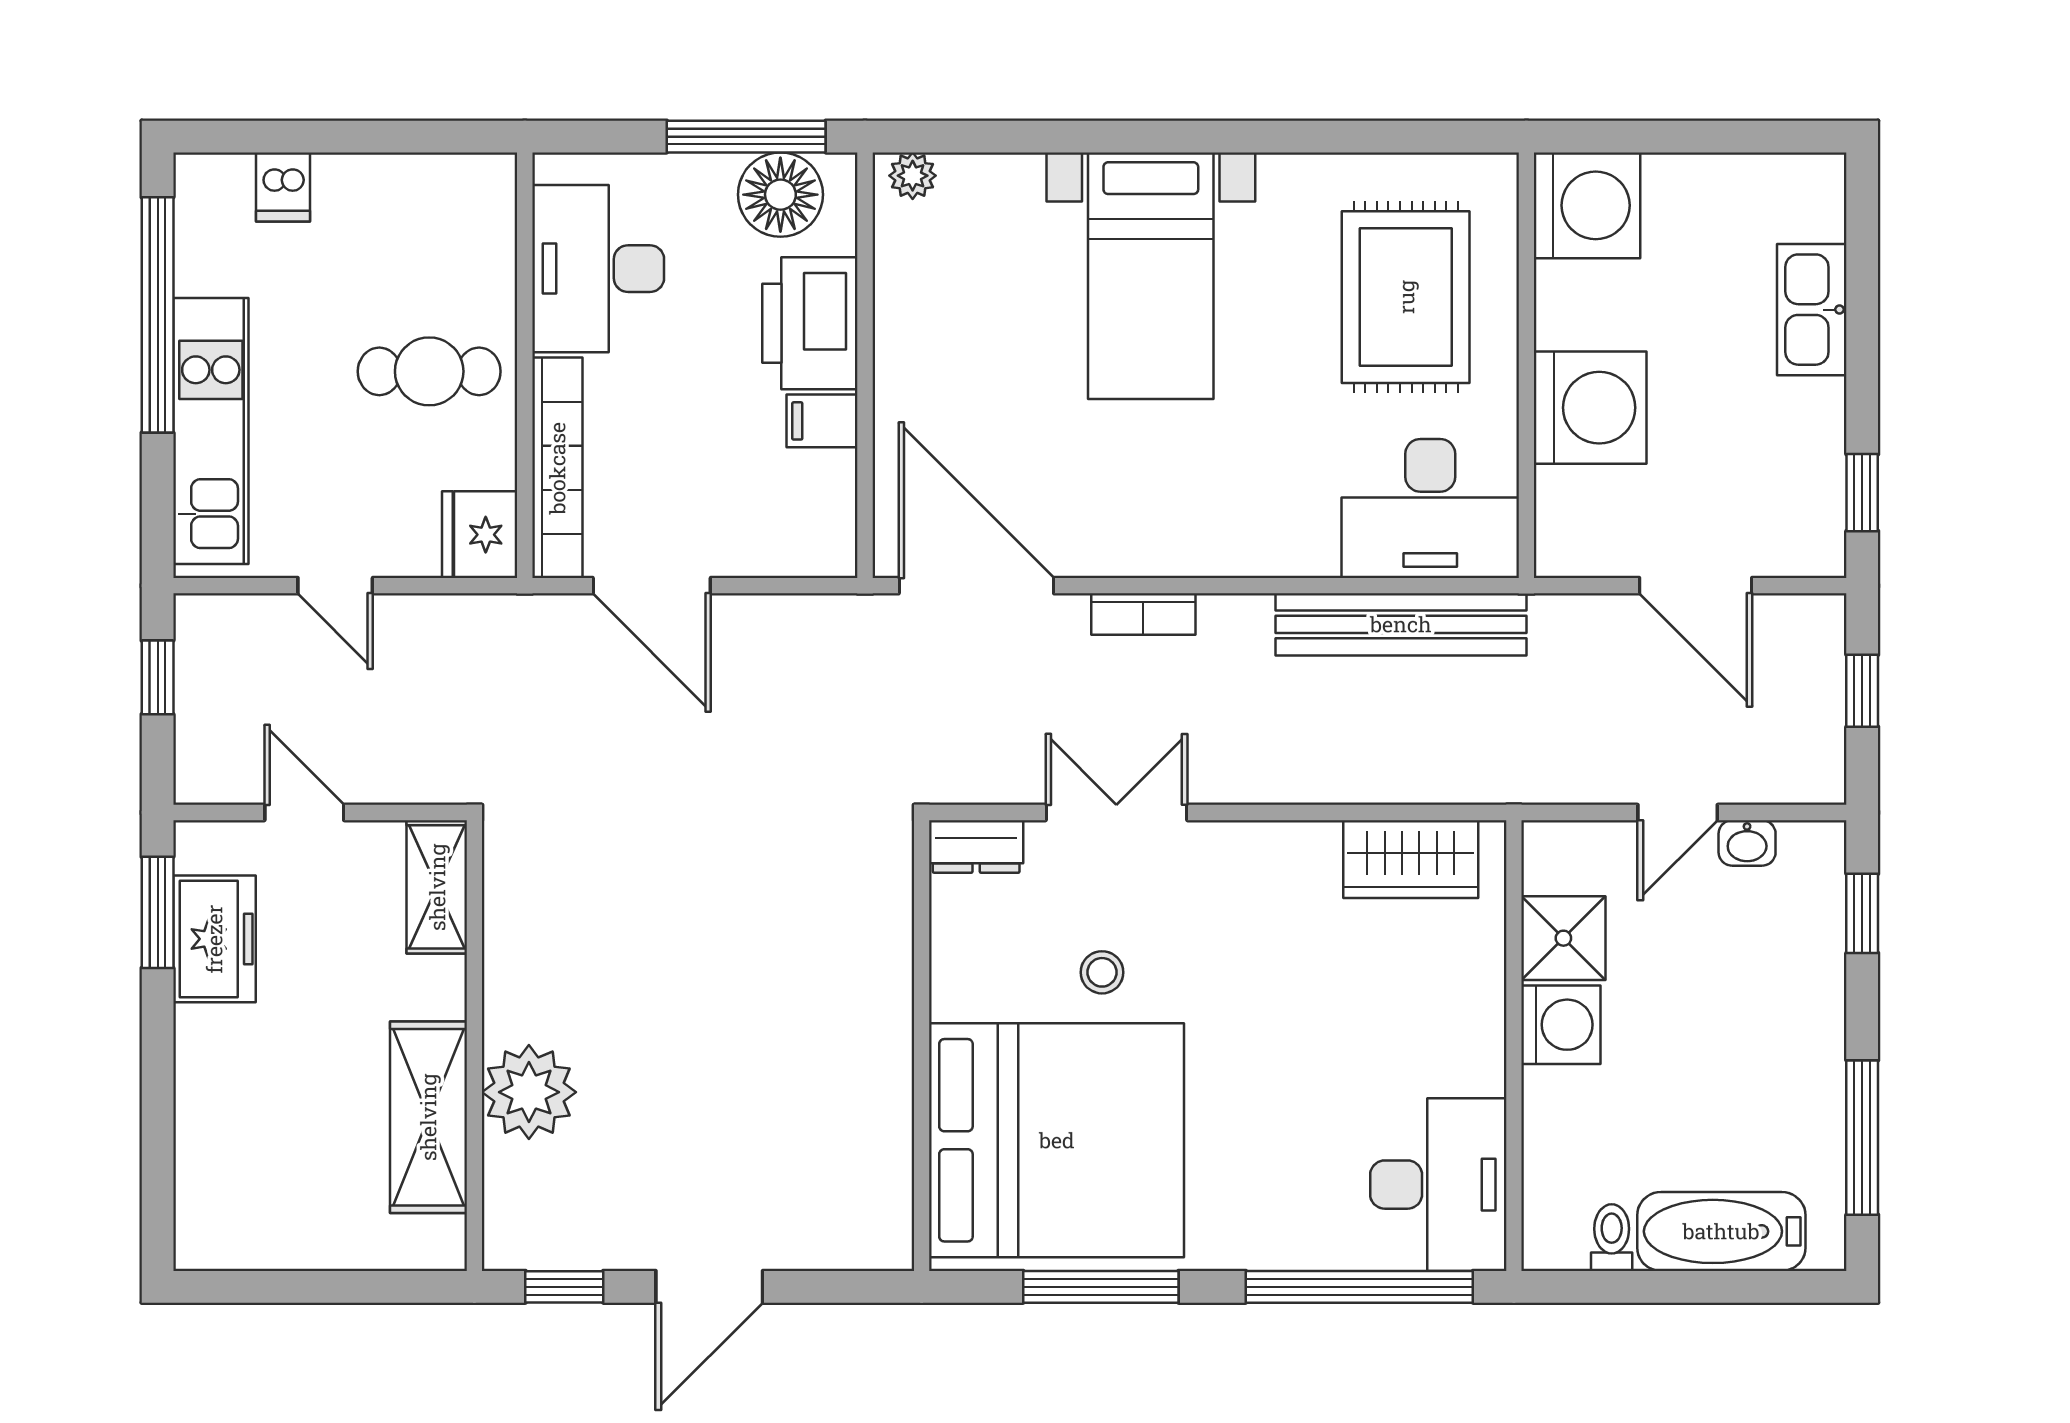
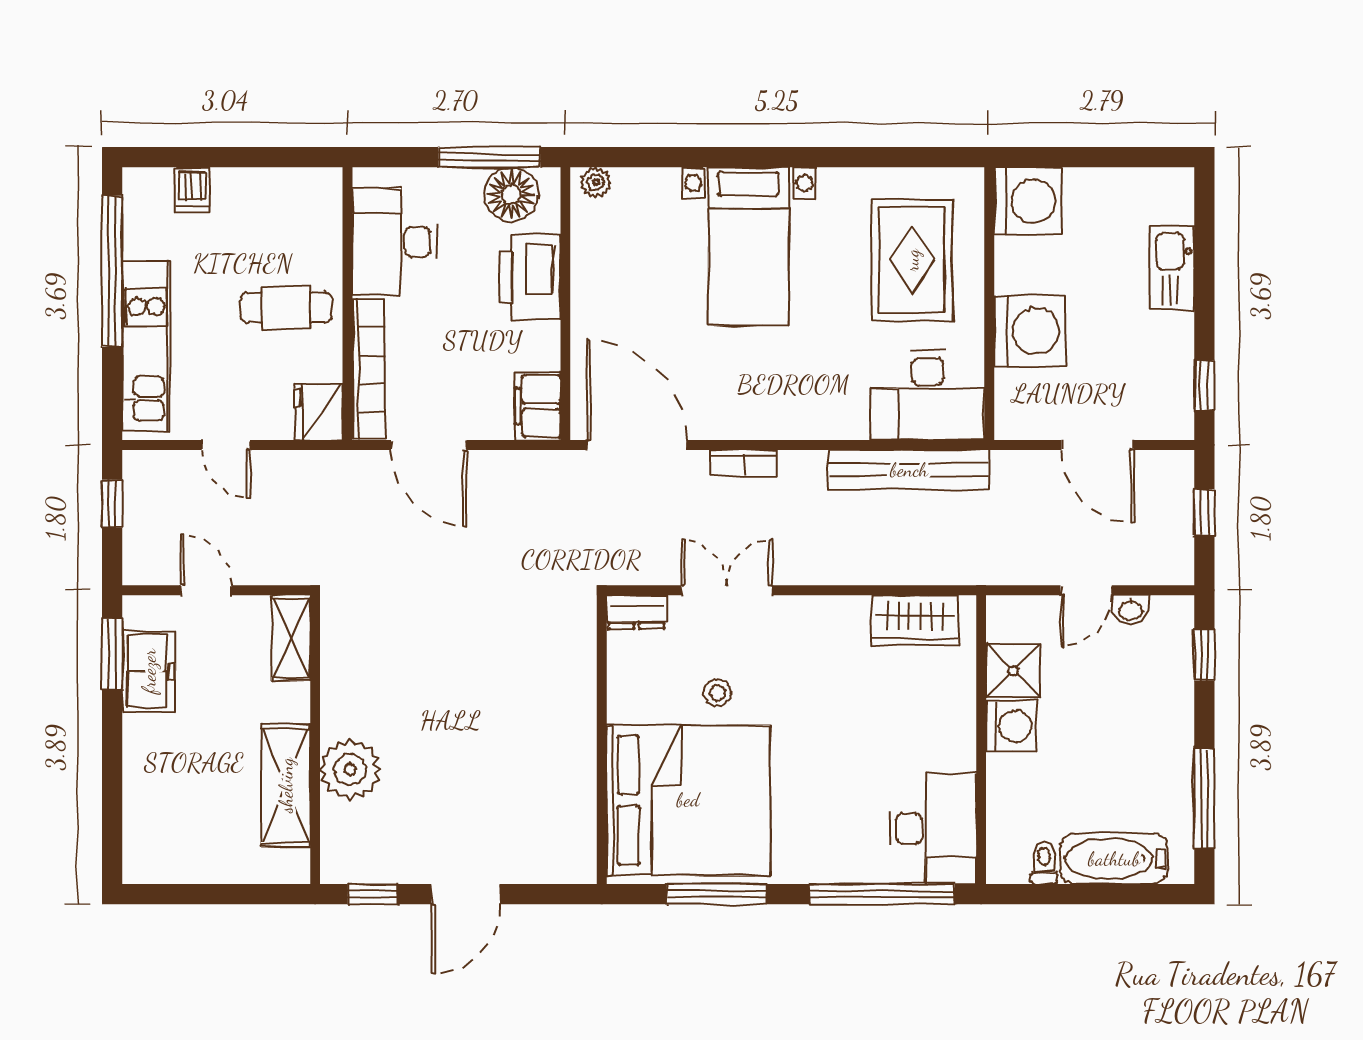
filing cabinet: (822, 421) -> (538, 406), moved, width x2.00

